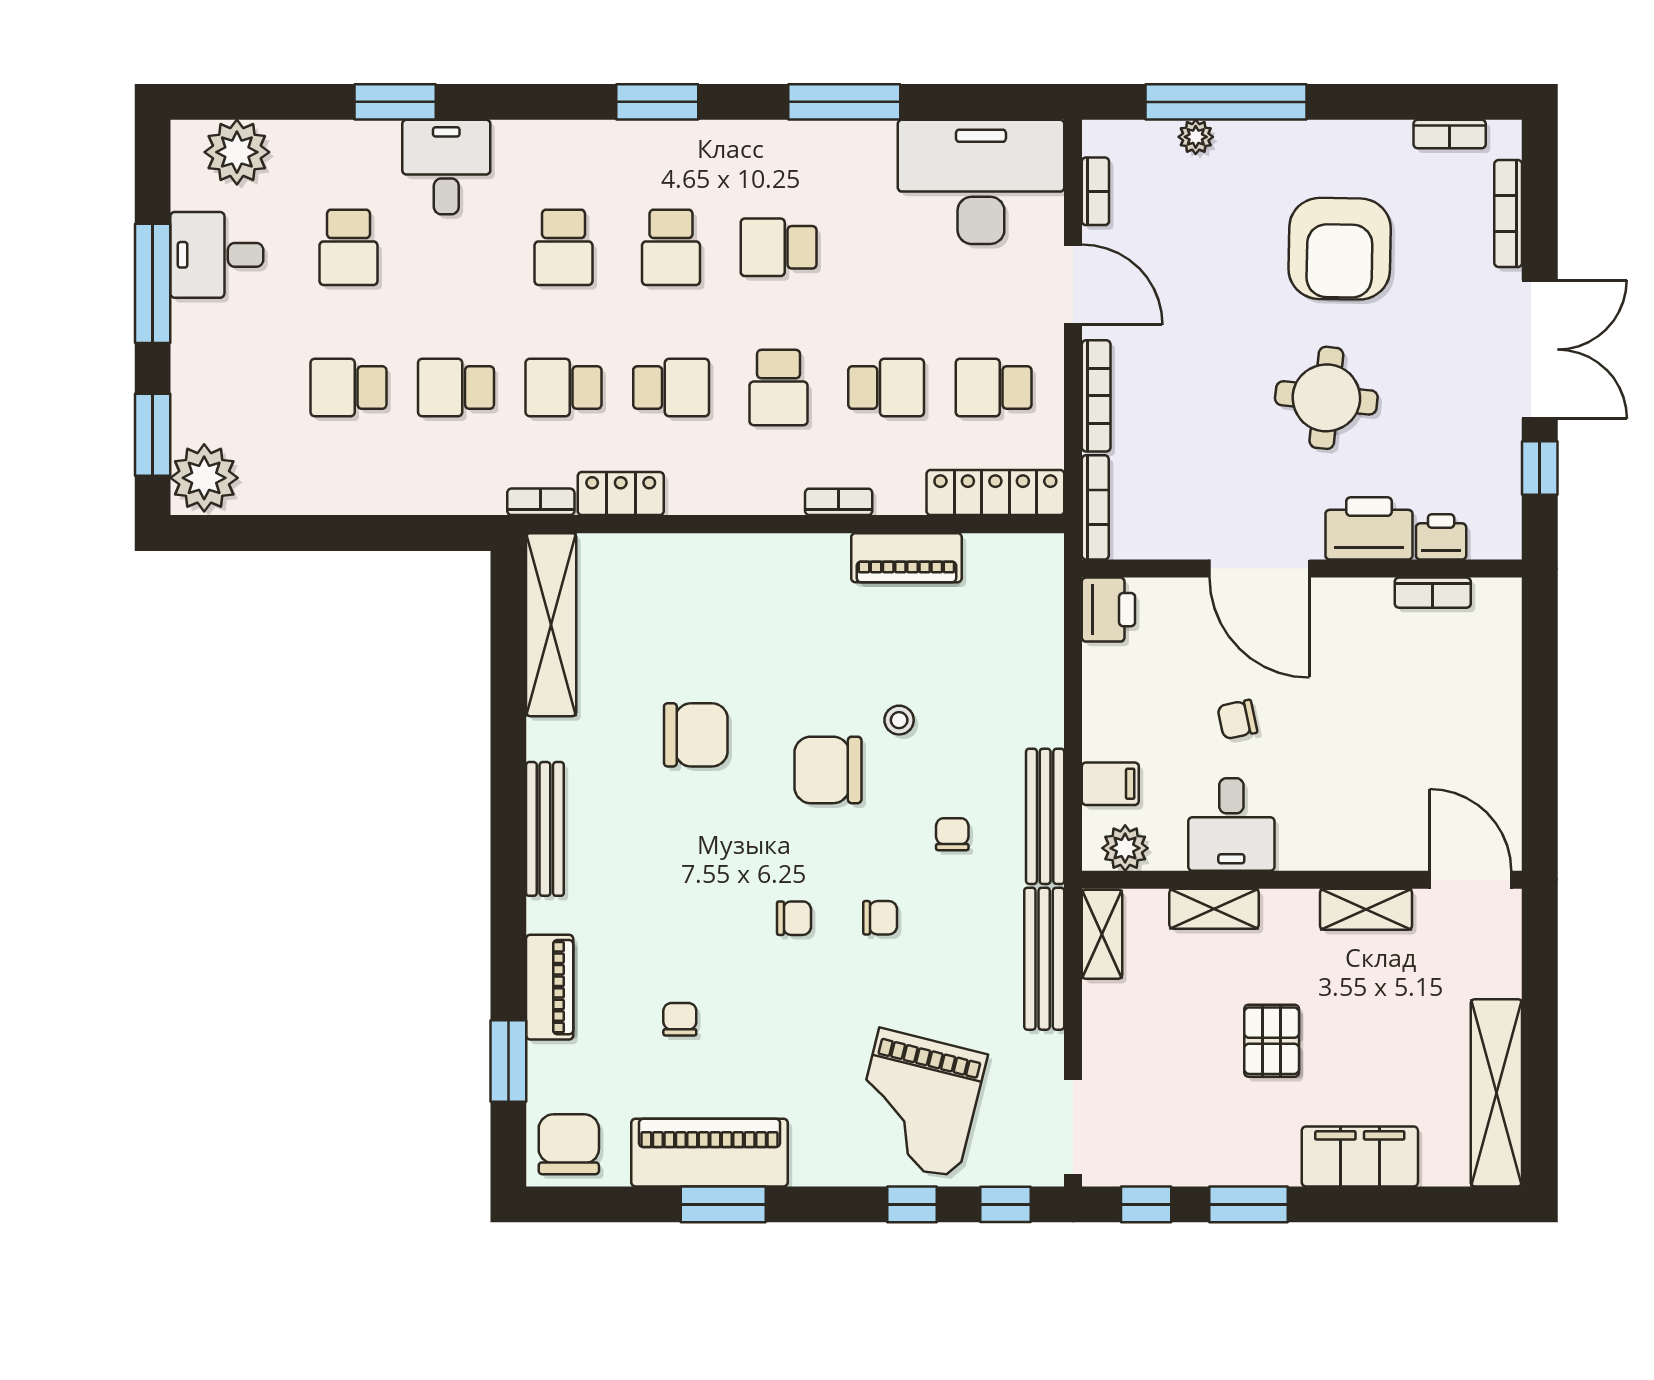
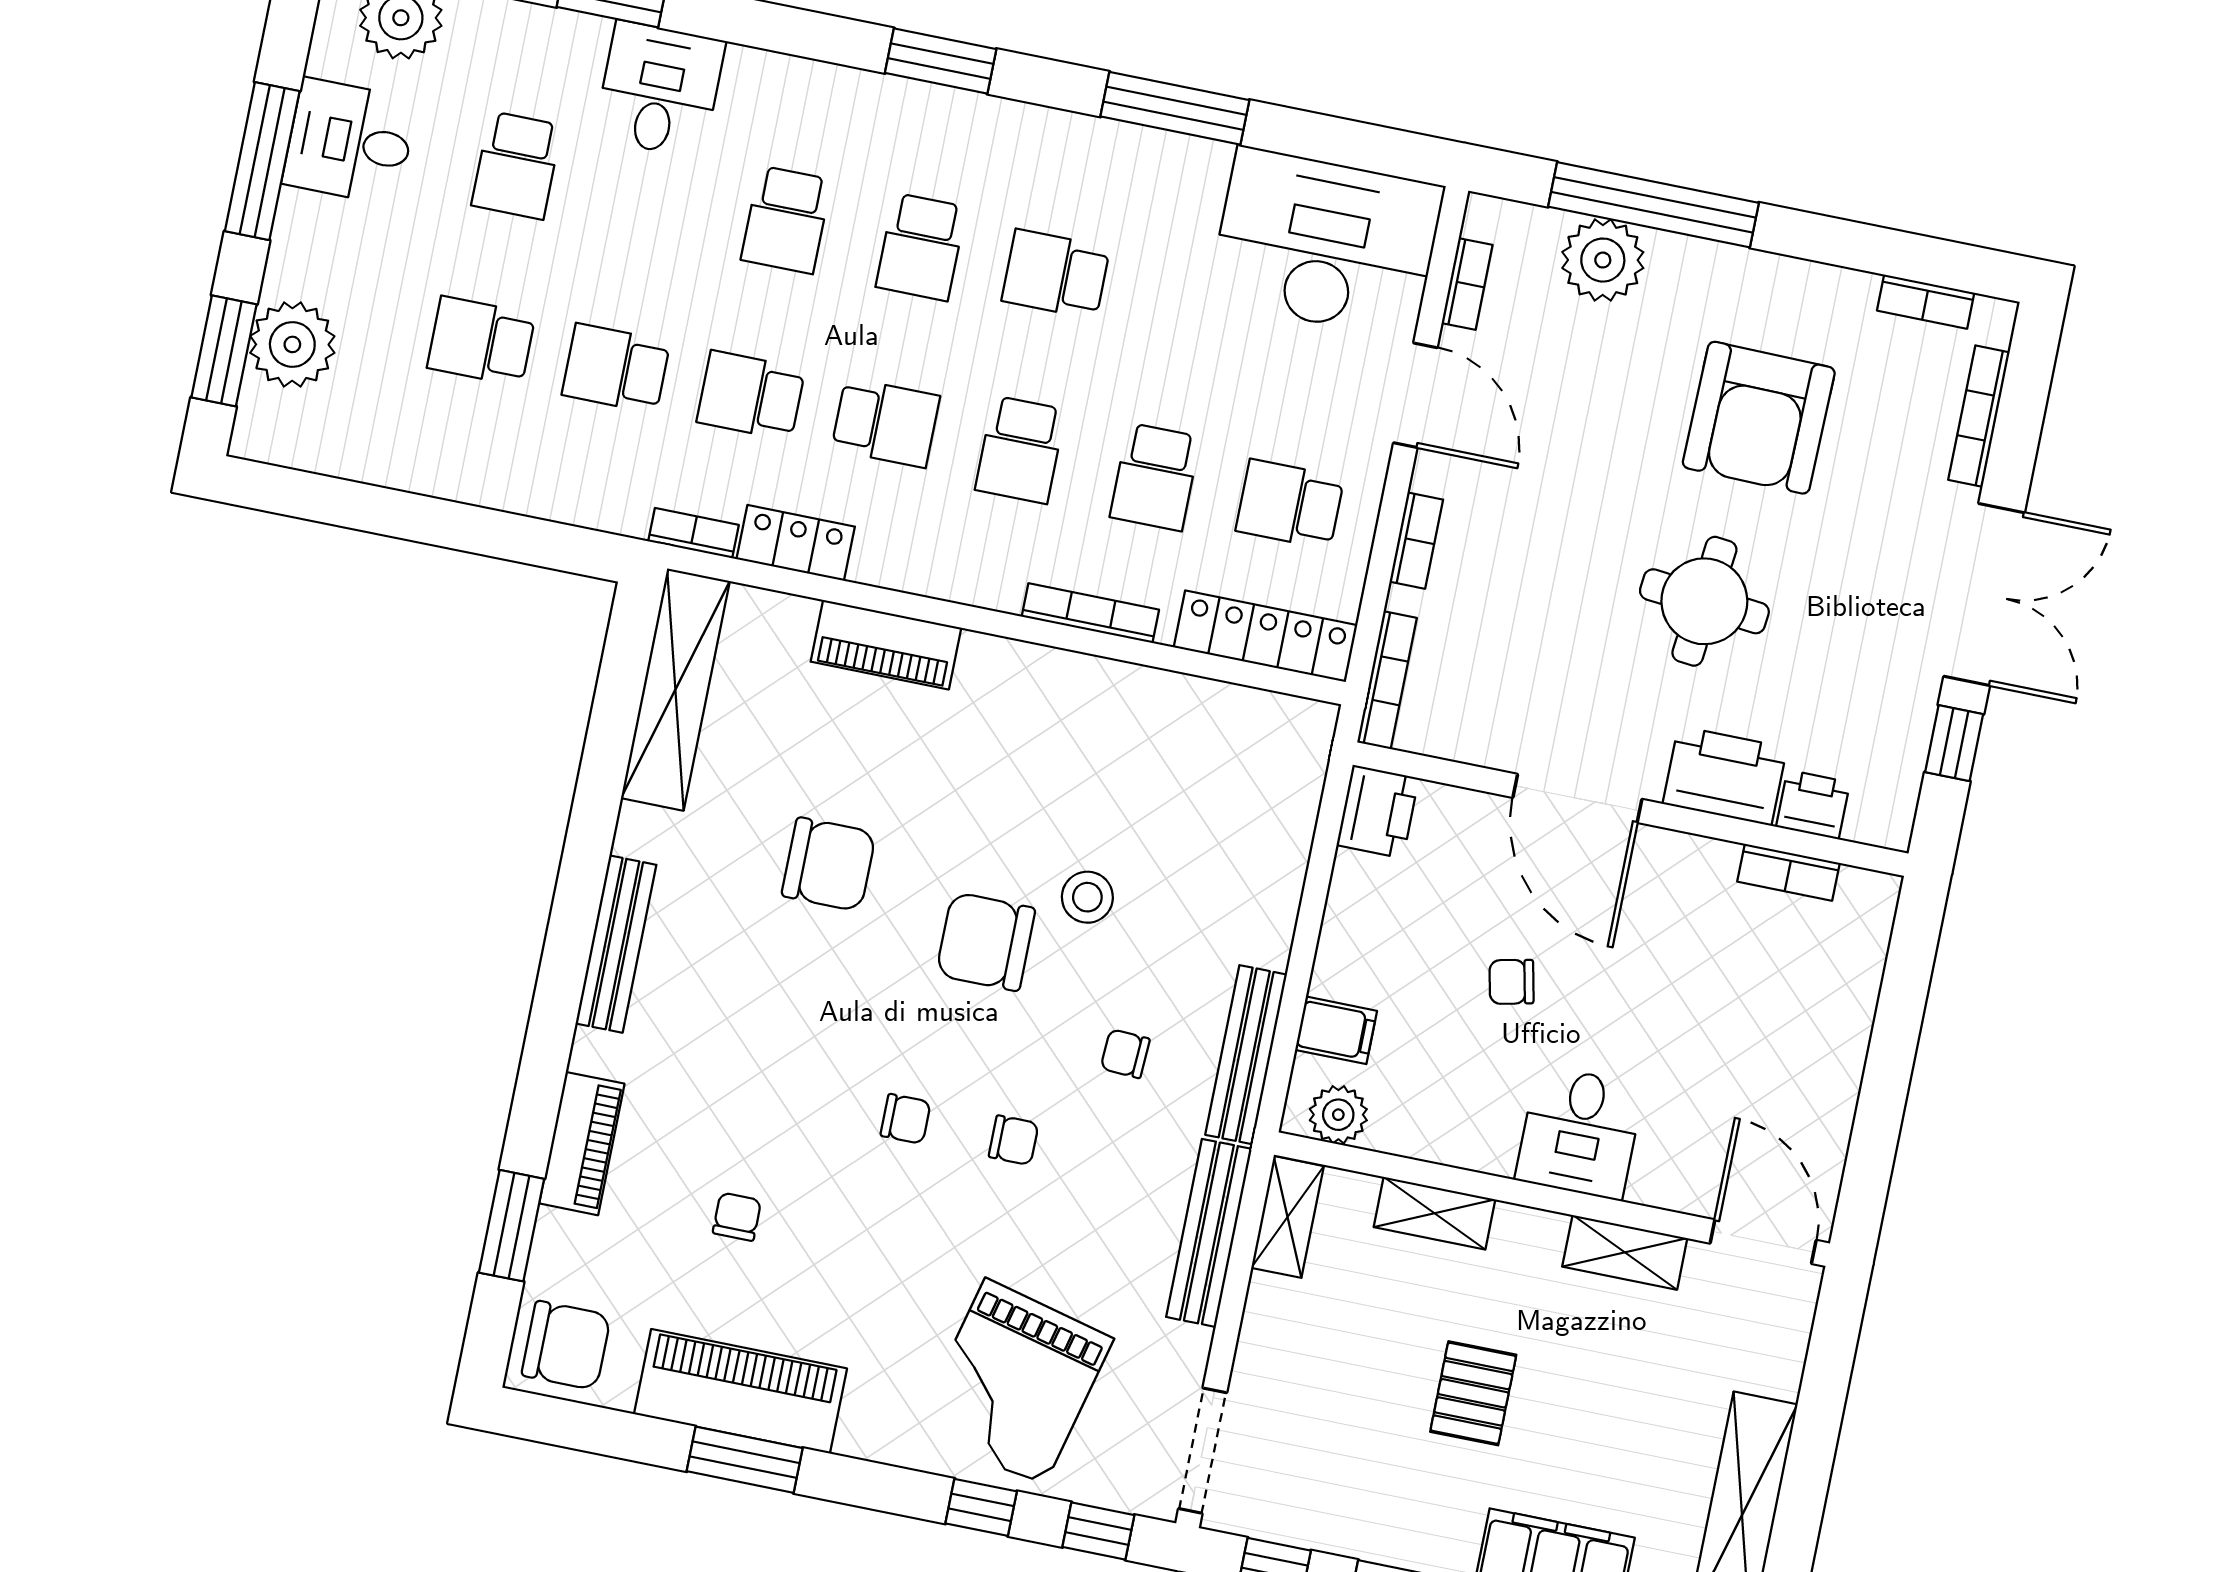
plant: (1196, 137) -> (1603, 260), width x1.88, depth x1.88
school desk: (886, 387) -> (1155, 477), turned 90
bookcase: (1096, 396) -> (1416, 541), width x0.64
plant: (204, 478) -> (292, 344), moved
bookcase: (839, 502) -> (1090, 613), width x1.56
piano: (906, 558) -> (886, 645), moved
stool: (899, 720) -> (1087, 897), width x1.37, depth x1.37
desk: (1231, 825) -> (1580, 1133), moved
chair: (952, 834) -> (1125, 1054), turned -87
chair: (569, 1144) -> (566, 1345), turned 90

